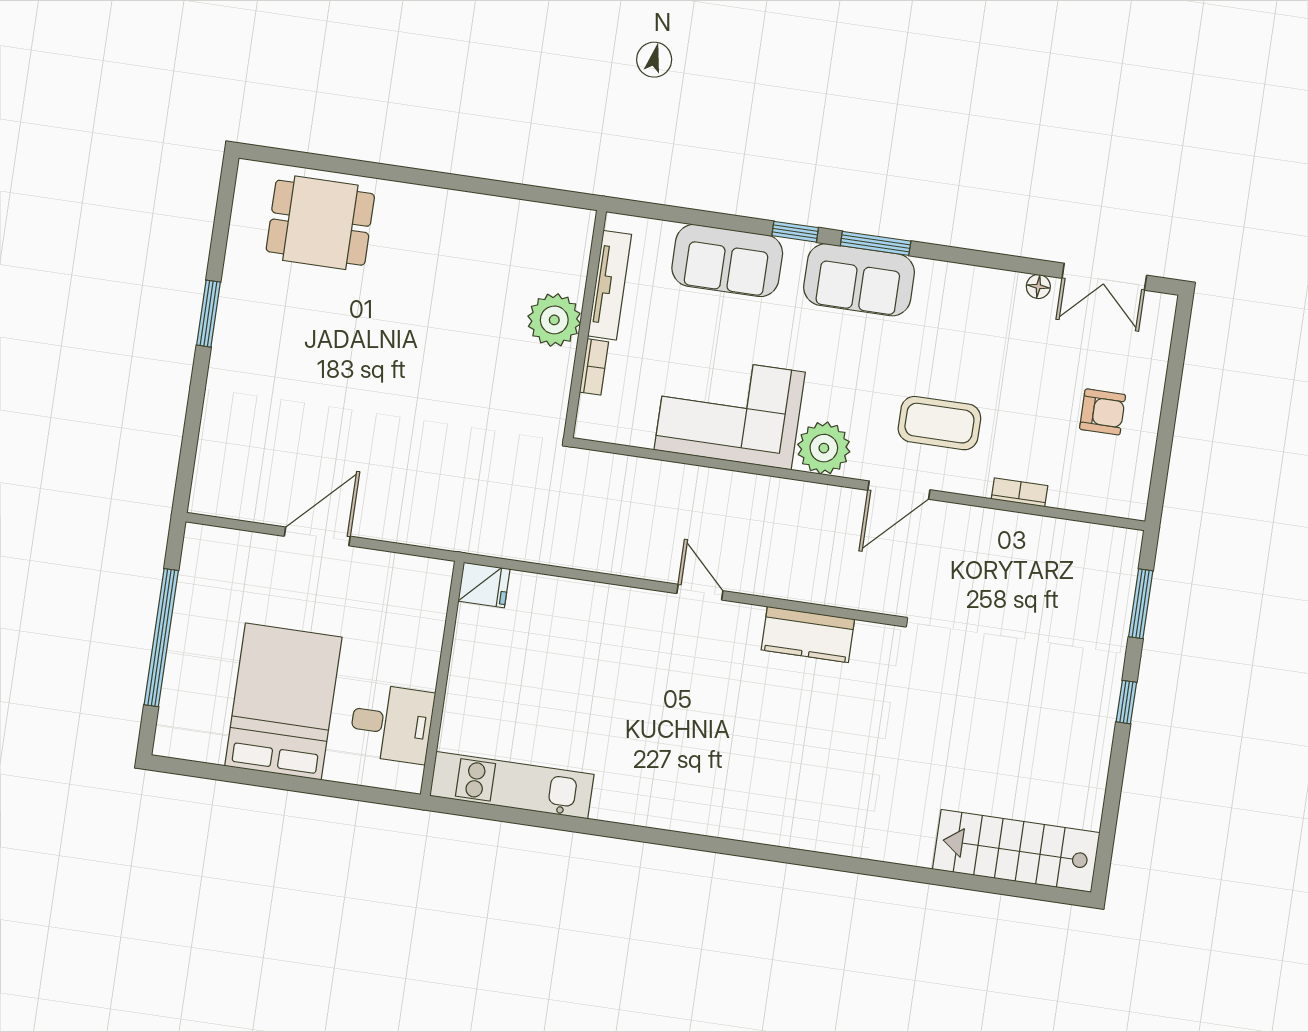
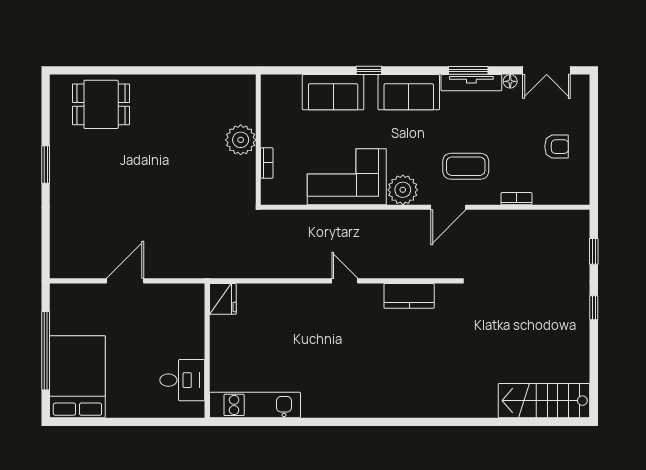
window: (876, 243) -> (468, 70), moved
tv unit: (610, 285) -> (471, 83), moved, turned 90
fridge: (484, 585) -> (223, 299), width x1.38
window: (1141, 604) -> (594, 251), width x0.67
bed: (283, 702) -> (77, 377), moved

